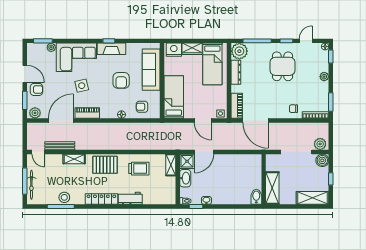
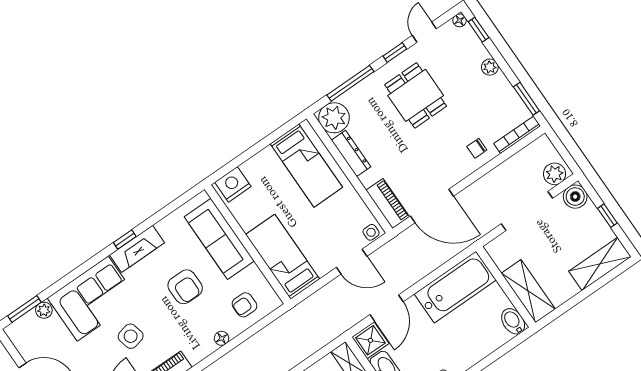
wardrobe: (192, 49) -> (260, 164), removed
bathtub: (241, 164) -> (455, 287), added

